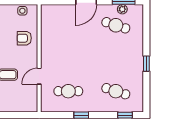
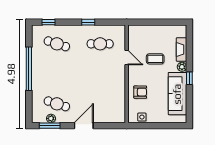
window: (146, 64) -> (29, 69), width x3.17
door: (39, 76) -> (127, 58), hinge flipped

